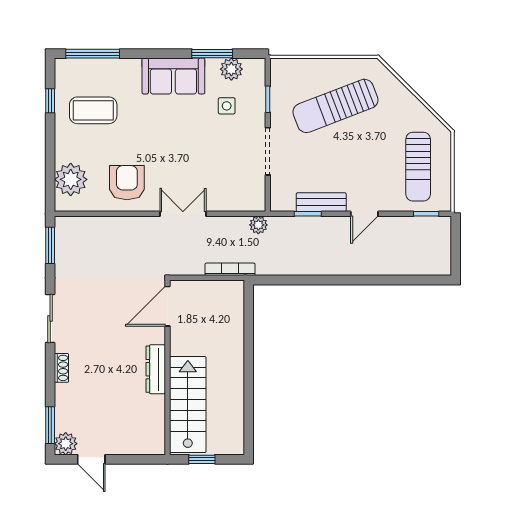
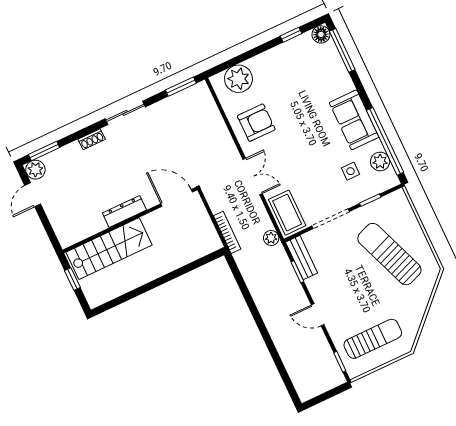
window: (212, 54) -> (385, 141), width x2.11
floor lamp: (65, 68) -> (321, 34), added
coffee table: (93, 110) -> (287, 213), moved
sun lounger: (418, 167) -> (373, 339), turned 180
bench: (321, 202) -> (302, 258), moved

